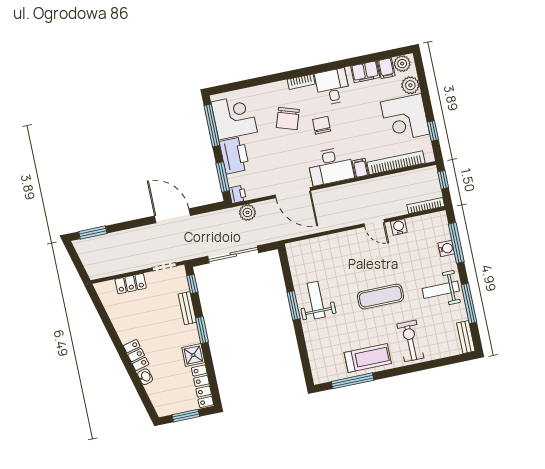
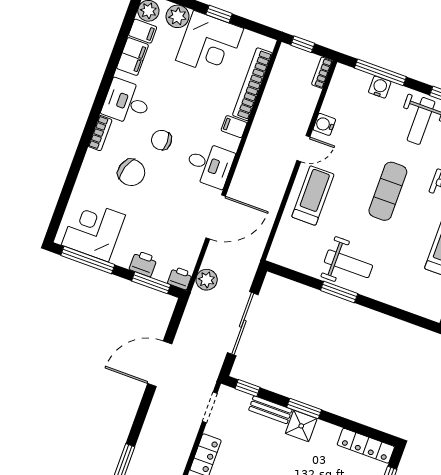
window: (433, 131) -> (219, 14), moved
printer: (234, 155) -> (143, 264), width x0.53, depth x0.68
desk: (331, 166) -> (209, 165), width x0.73
bookcase: (426, 206) -> (322, 73), width x0.64
treadmill: (347, 249) -> (313, 196), added
weight bench: (316, 300) -> (348, 264), turned 180
shower: (193, 355) -> (301, 426), moved

